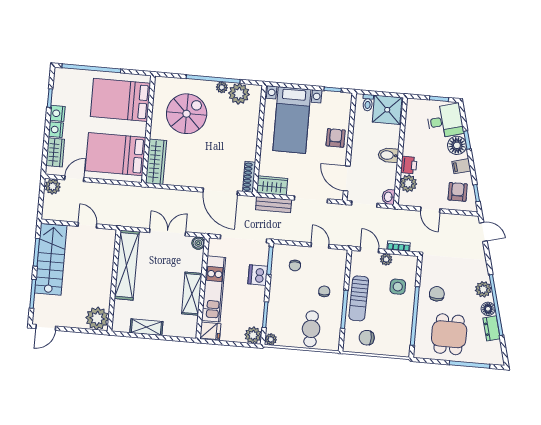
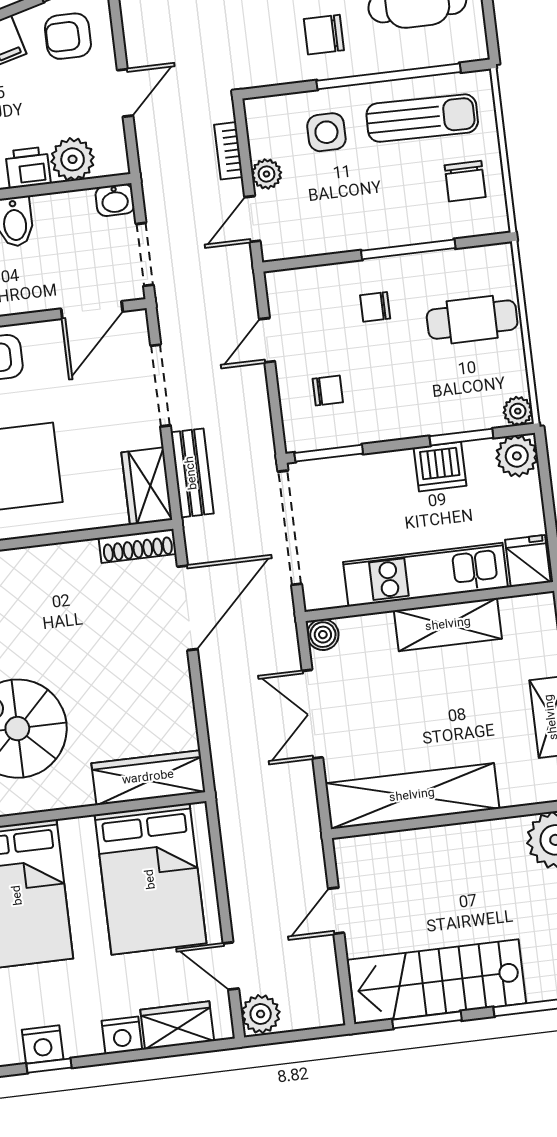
nightstand: (57, 113) -> (43, 1045), moved
dishwasher: (258, 275) -> (440, 467), moved
sun lounger: (359, 298) -> (422, 118), moved

